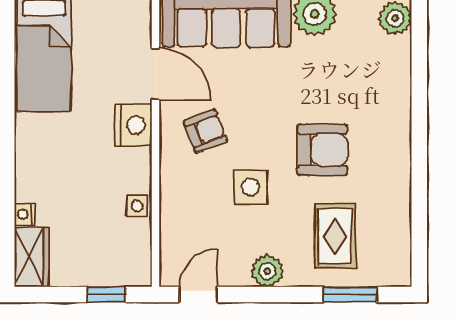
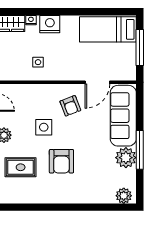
nightstand: (133, 125) -> (50, 24), moved, turned 180
side table: (137, 206) -> (38, 62), moved

